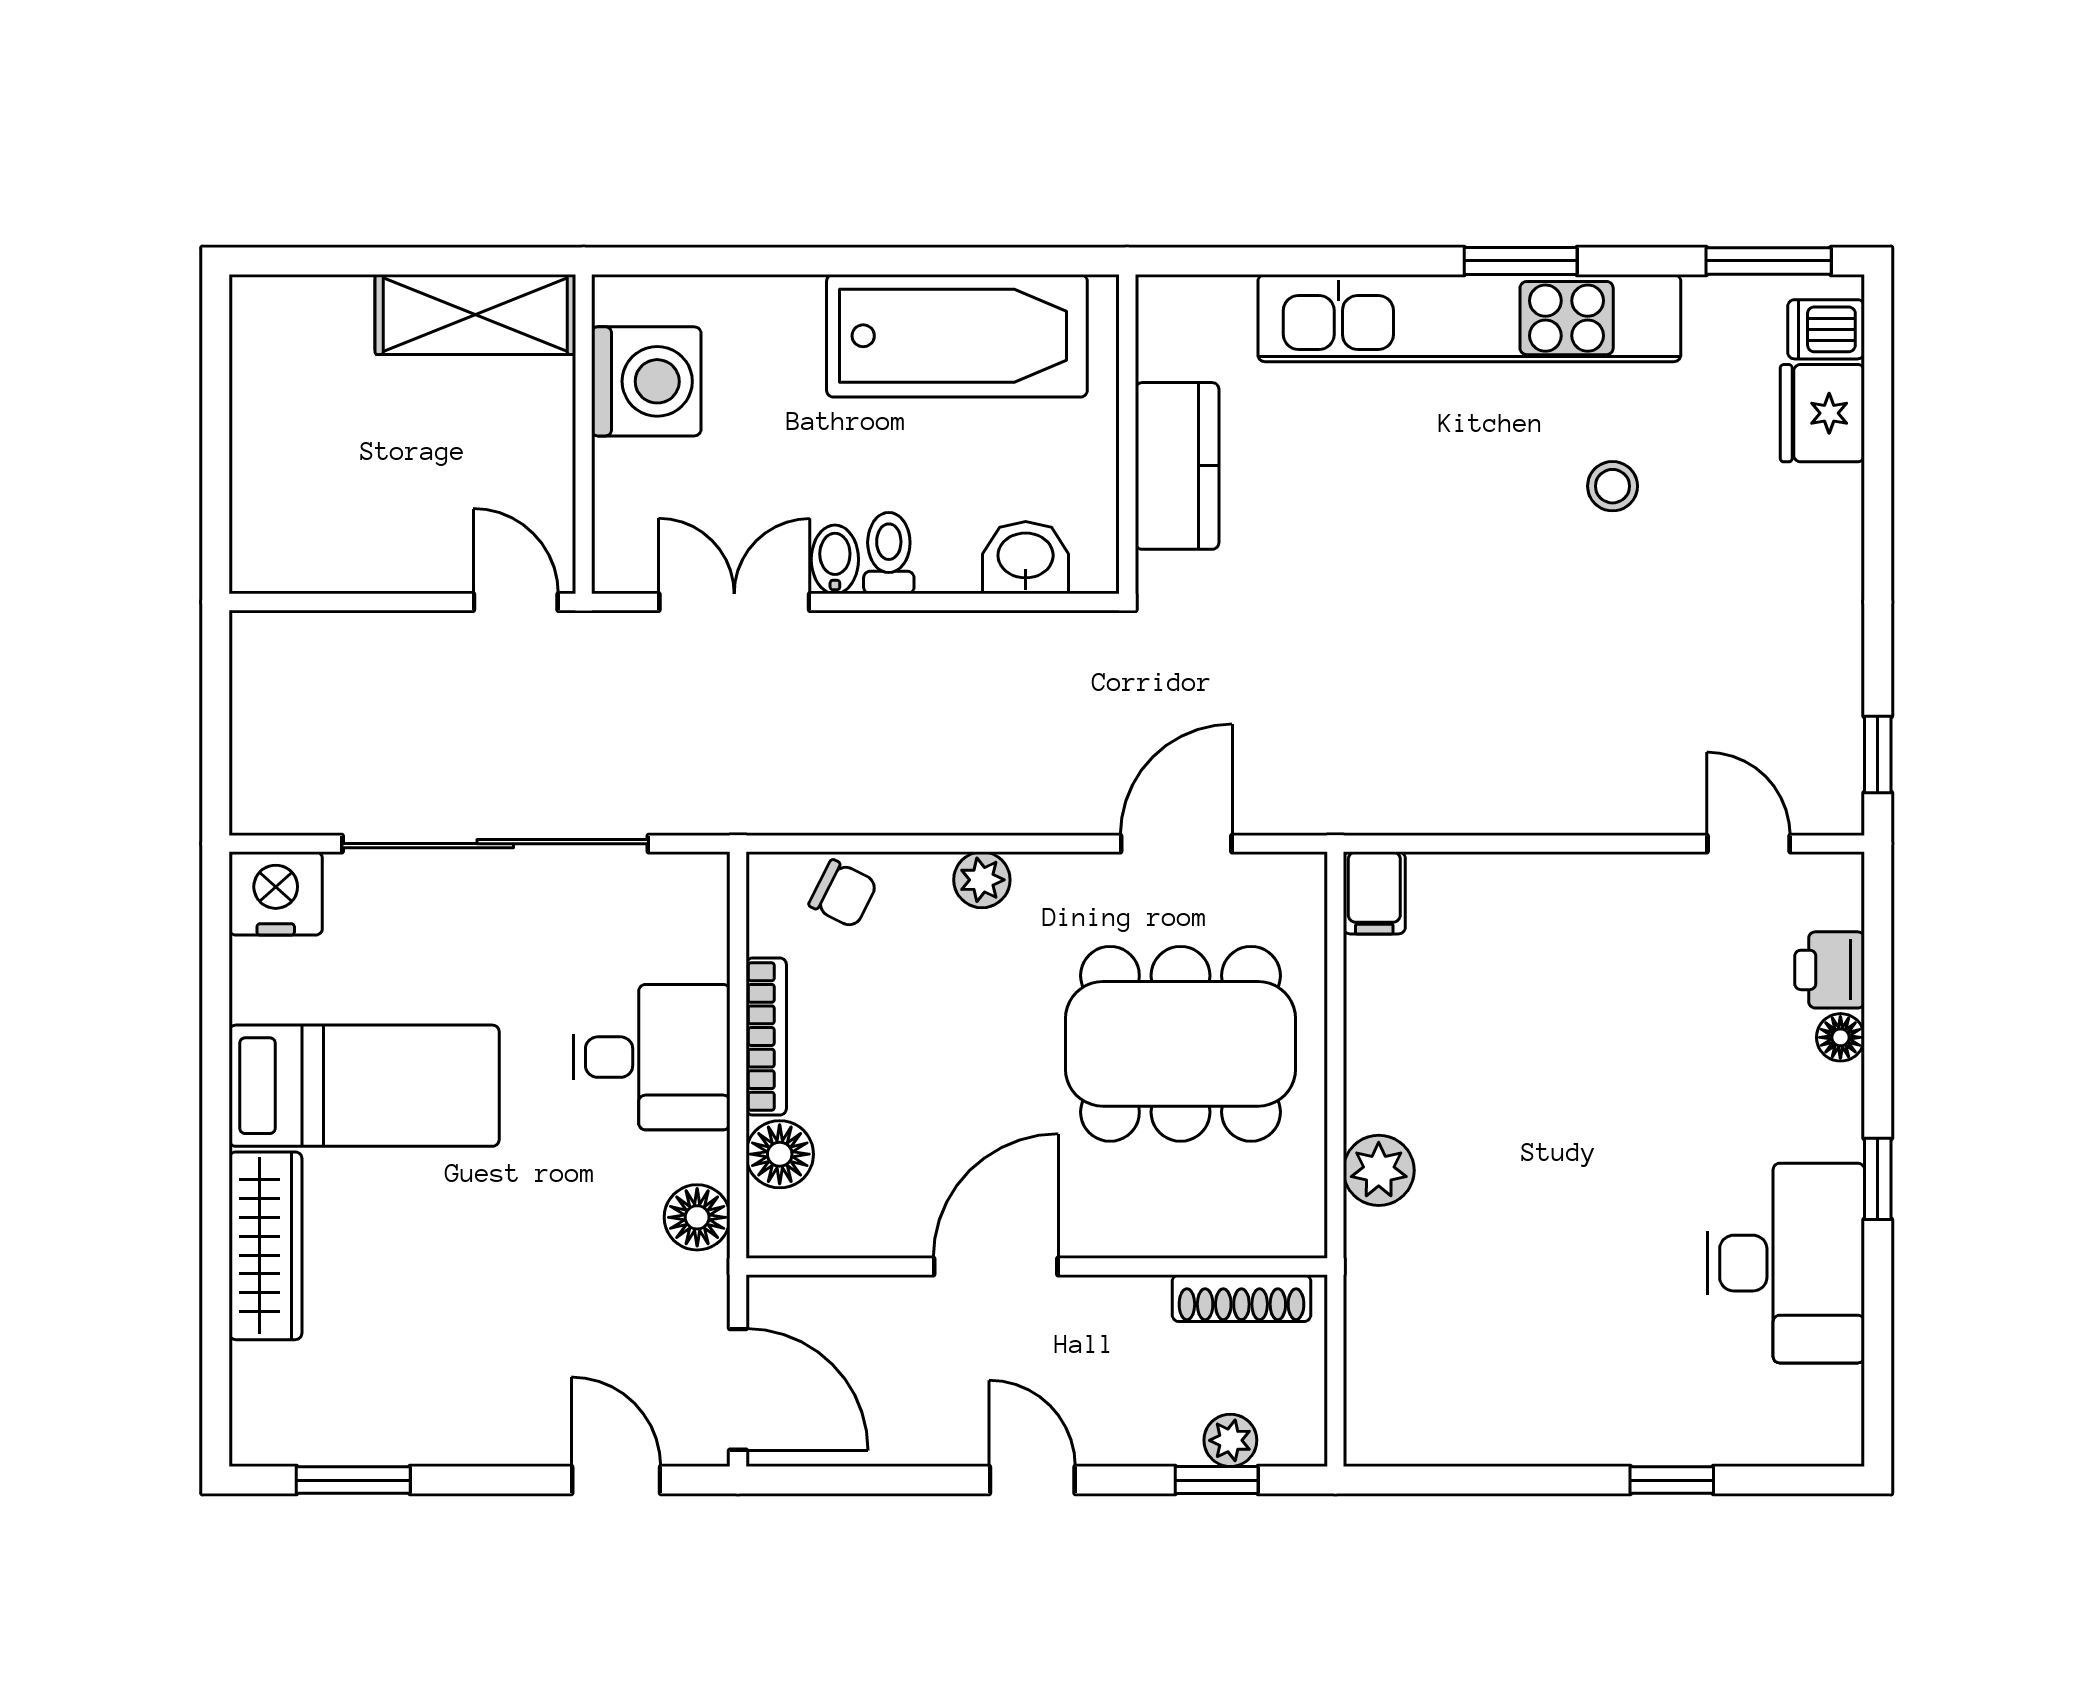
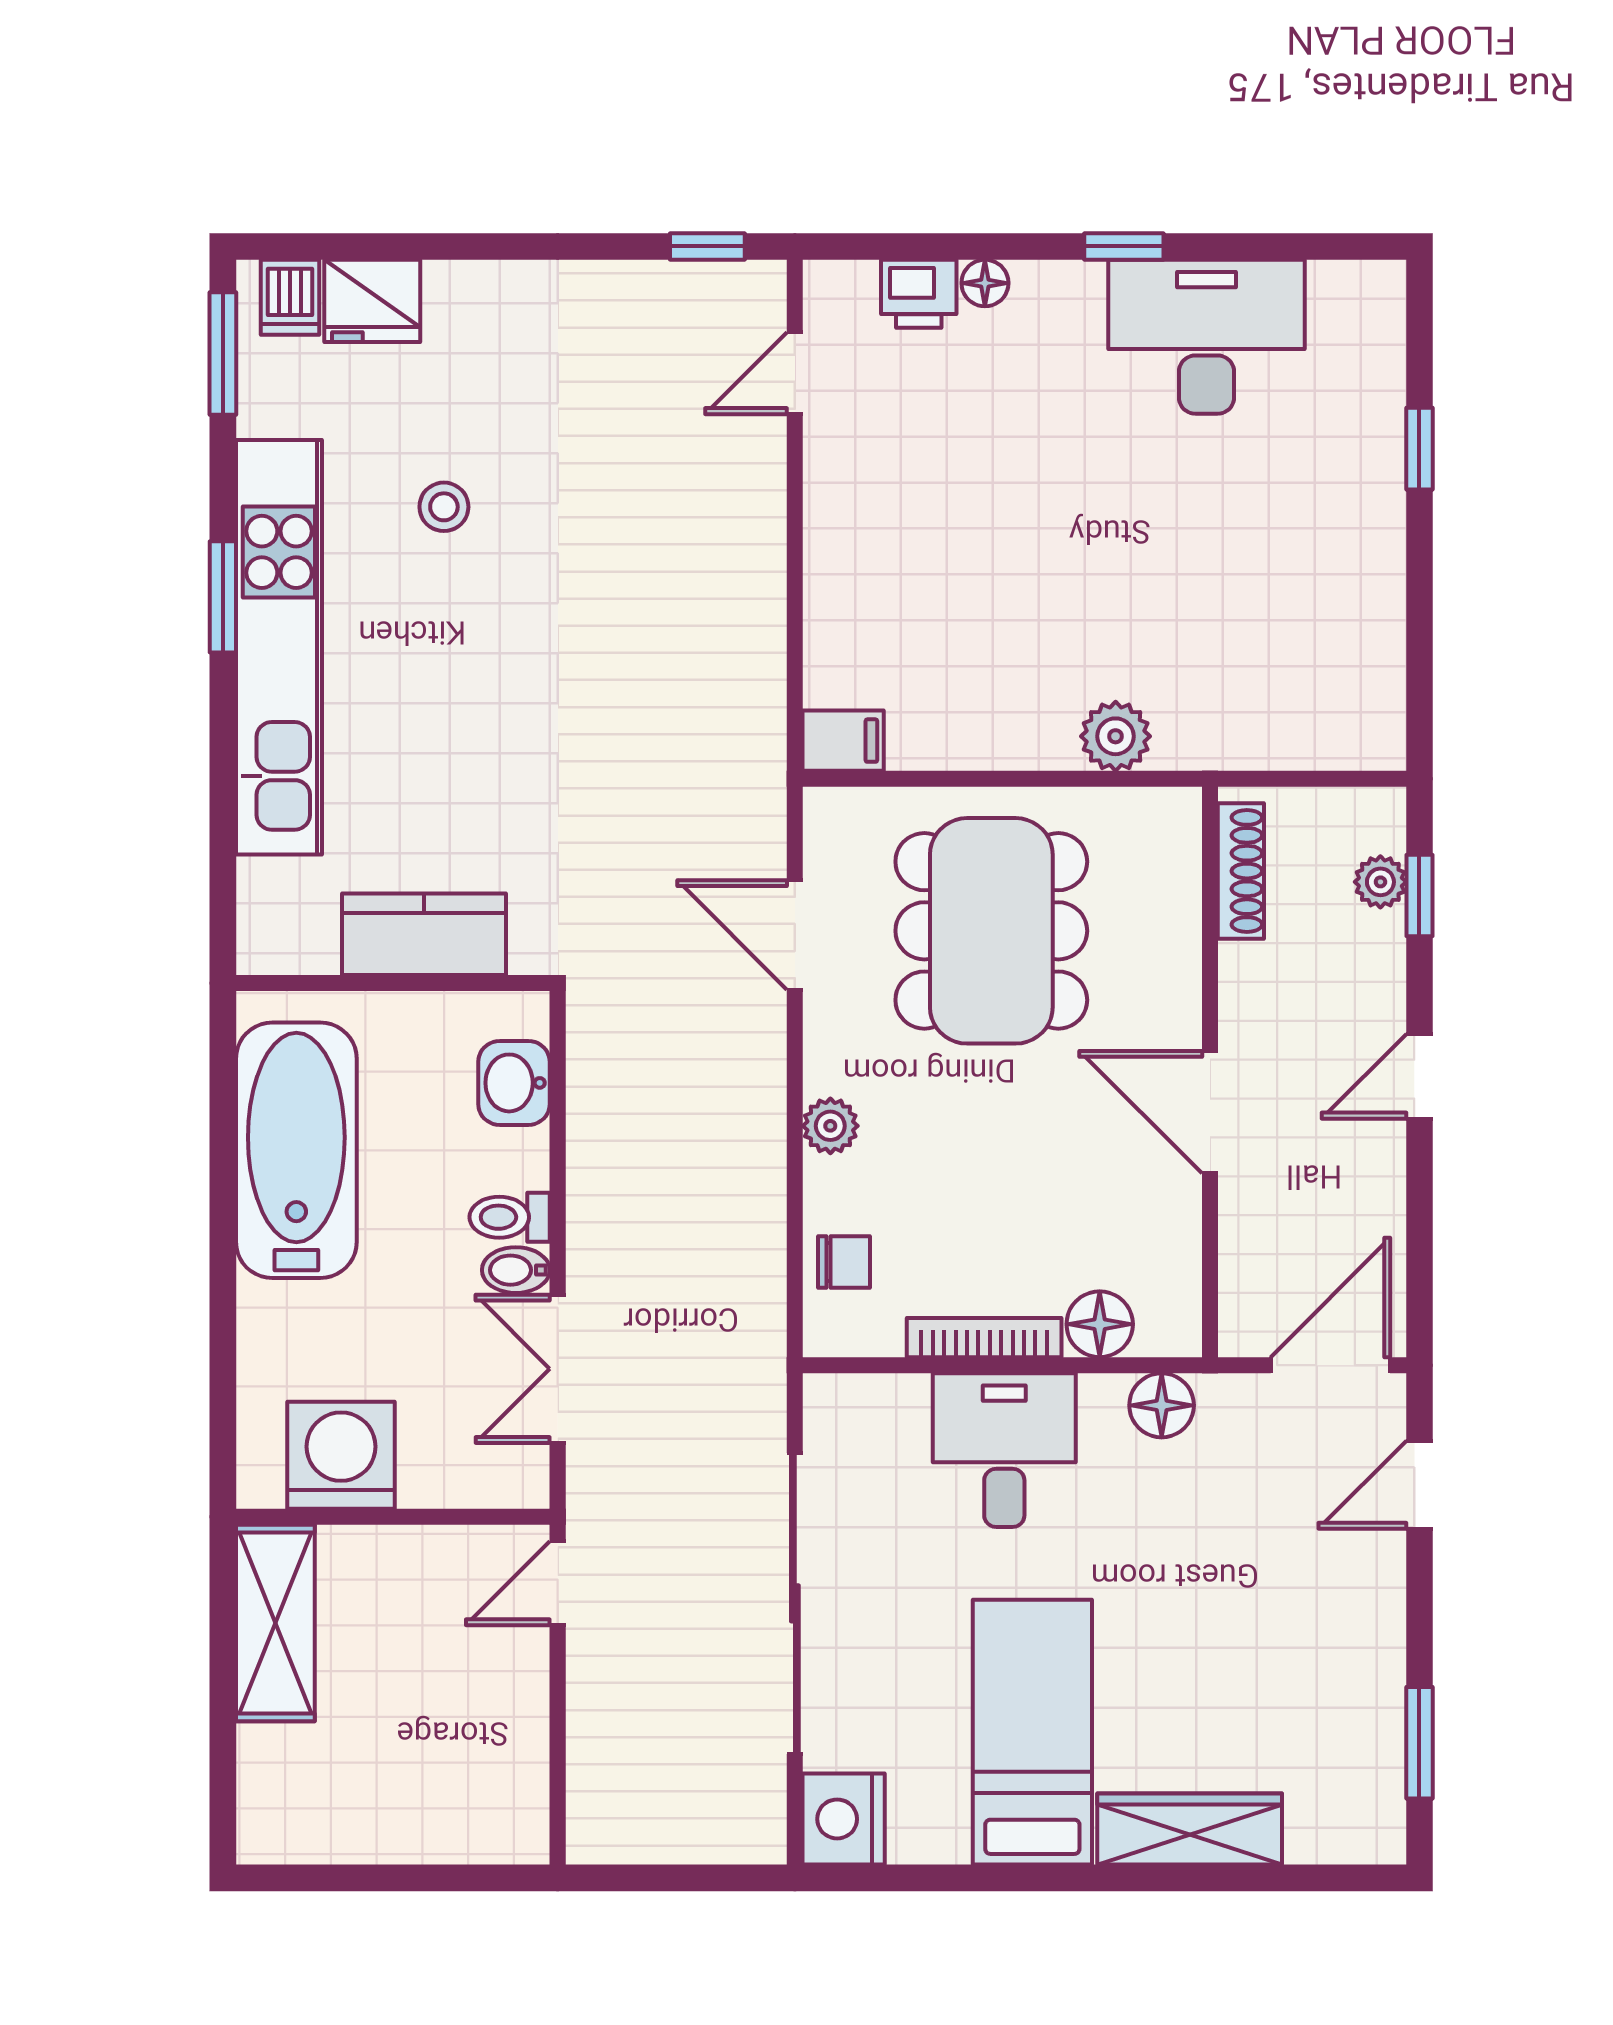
chair: (843, 894) -> (844, 1262), turned 63

